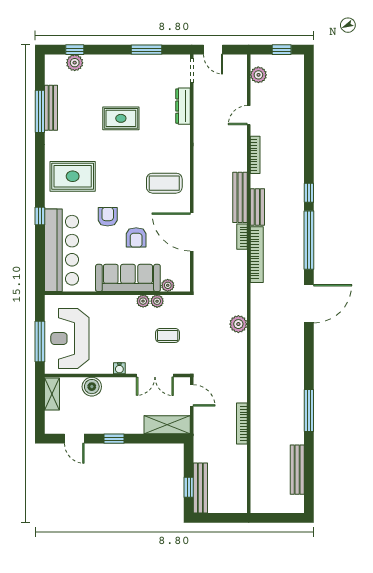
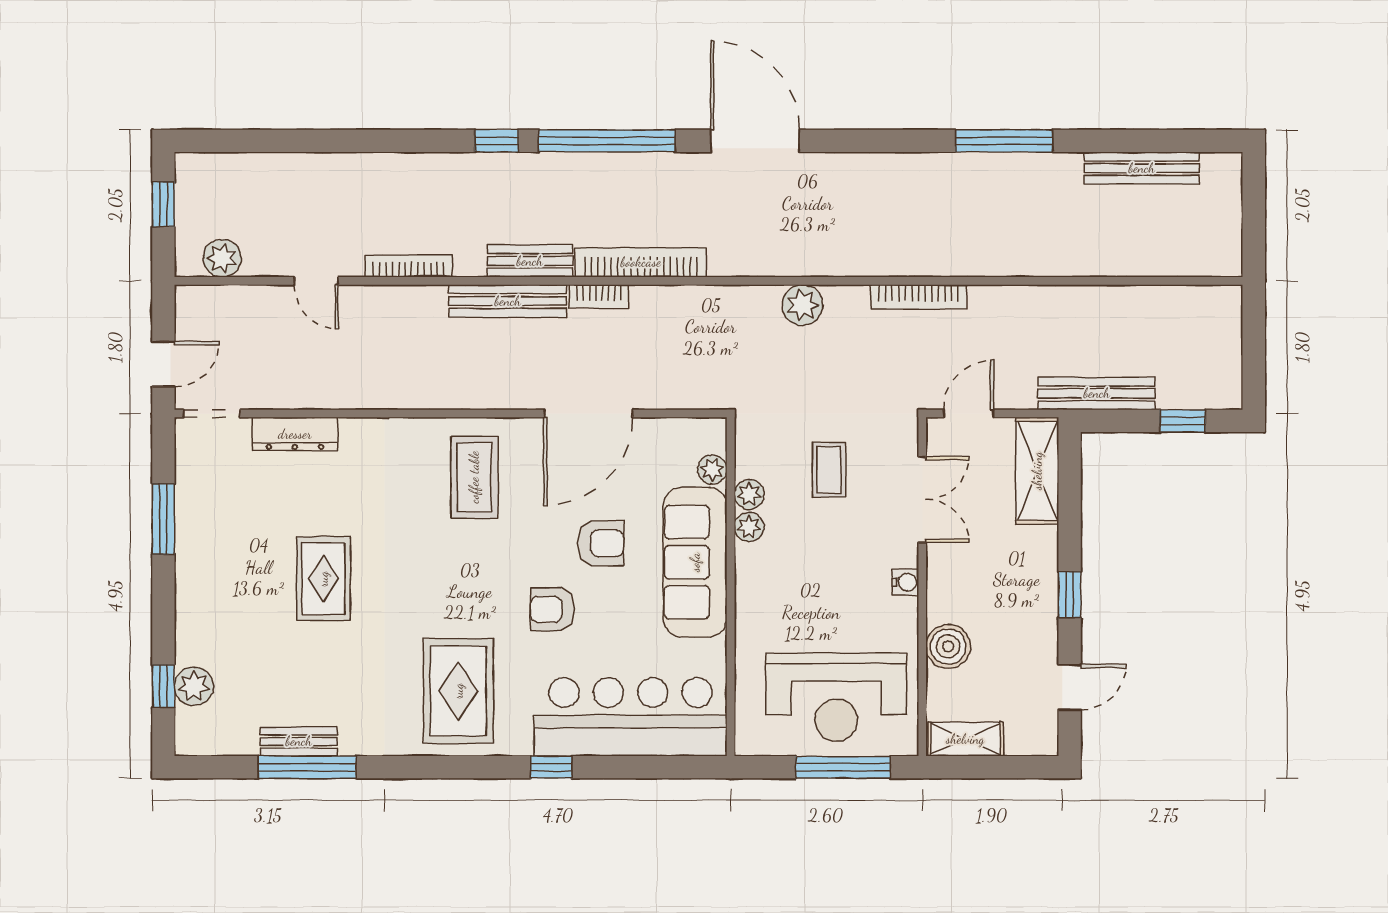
bench: (51, 108) -> (299, 741), width x0.73
bookcase: (242, 423) -> (918, 297), moved
bench: (200, 488) -> (1097, 393), moved

